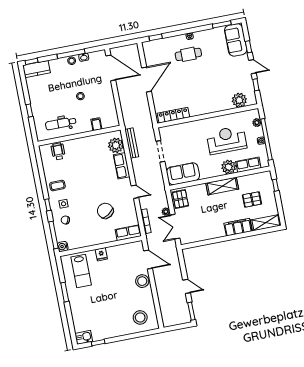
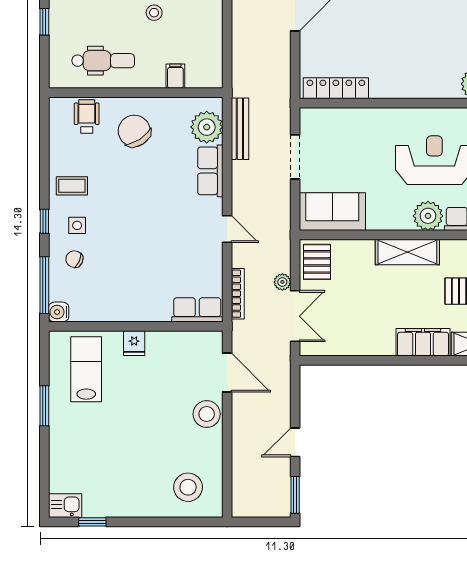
dental chair: (61, 123) -> (103, 61), turned 180
chair: (105, 211) -> (134, 131), moved
double door: (175, 227) -> (295, 316), swing flipped
lab bench: (81, 271) -> (86, 369), turned 180
door: (187, 286) -> (295, 442), swing flipped

